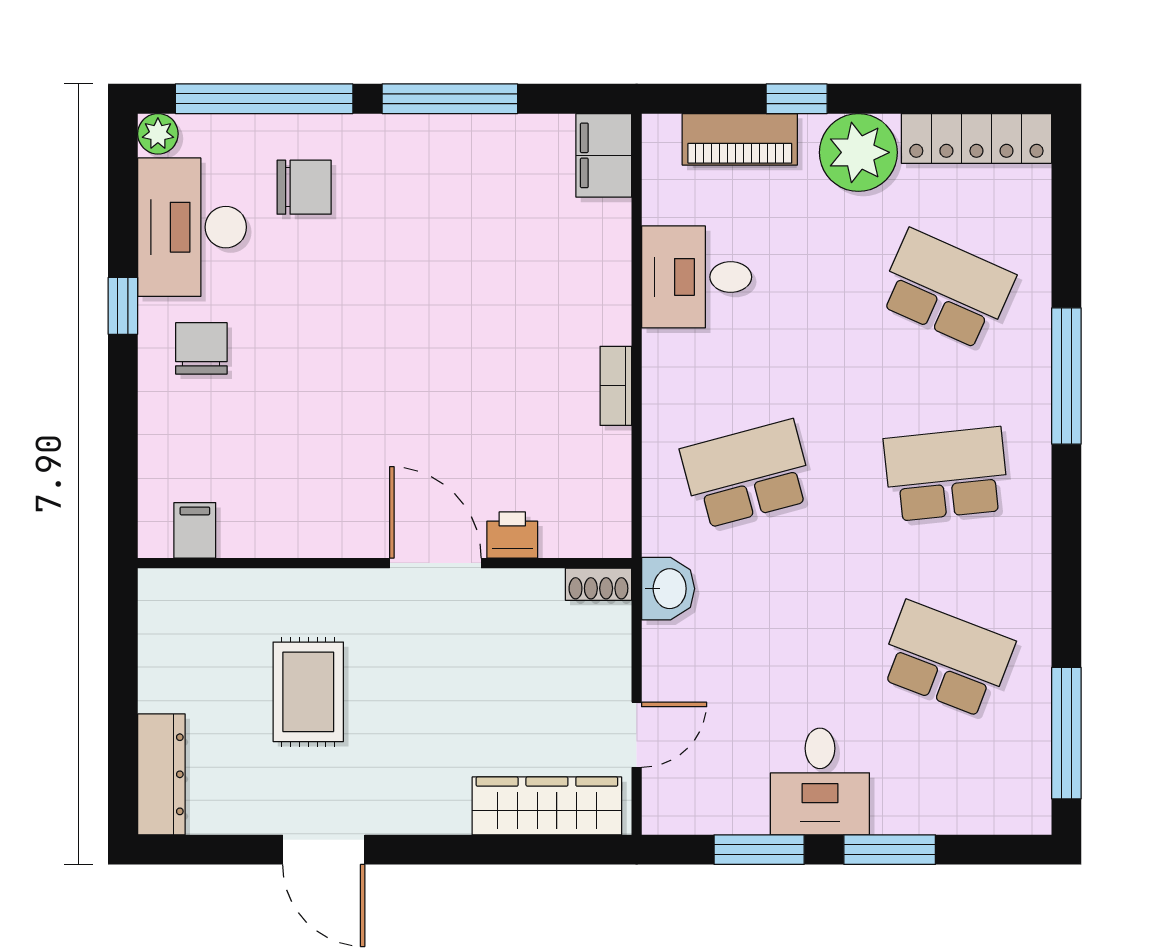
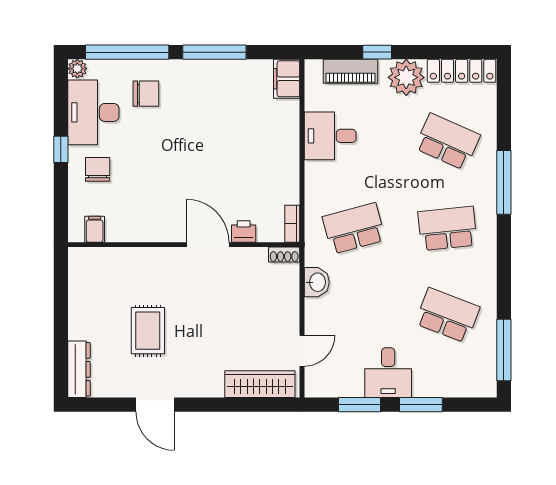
bookcase: (616, 386) -> (292, 224), moved
filing cabinet: (195, 530) -> (95, 229), moved
printer: (512, 535) -> (244, 231), moved
wall: (385, 563) -> (184, 245), moved
door: (435, 563) -> (208, 245), moved
shoe rack: (598, 584) -> (284, 255), moved

